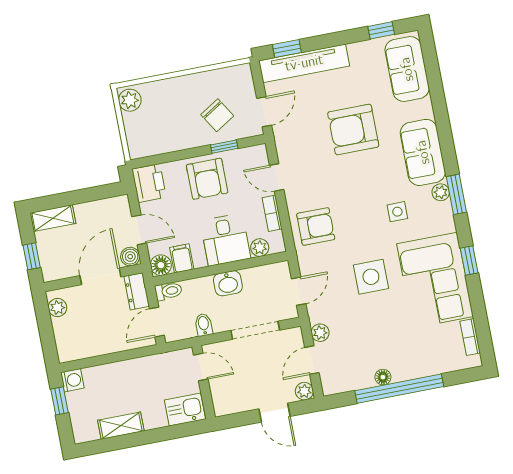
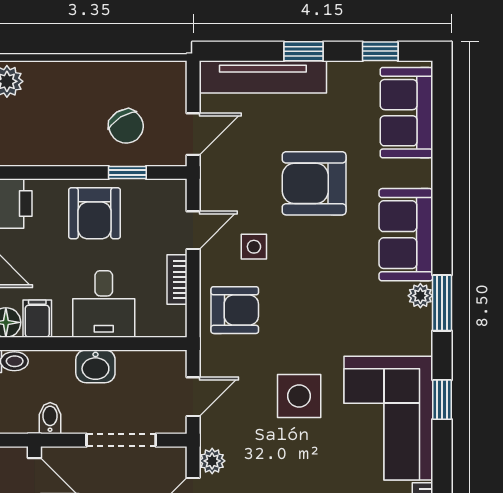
window: (287, 49) -> (303, 51), moved
door: (277, 177) -> (193, 230), swing flipped
side table: (397, 212) -> (254, 247), moved
plant: (260, 248) -> (150, 325), removed

